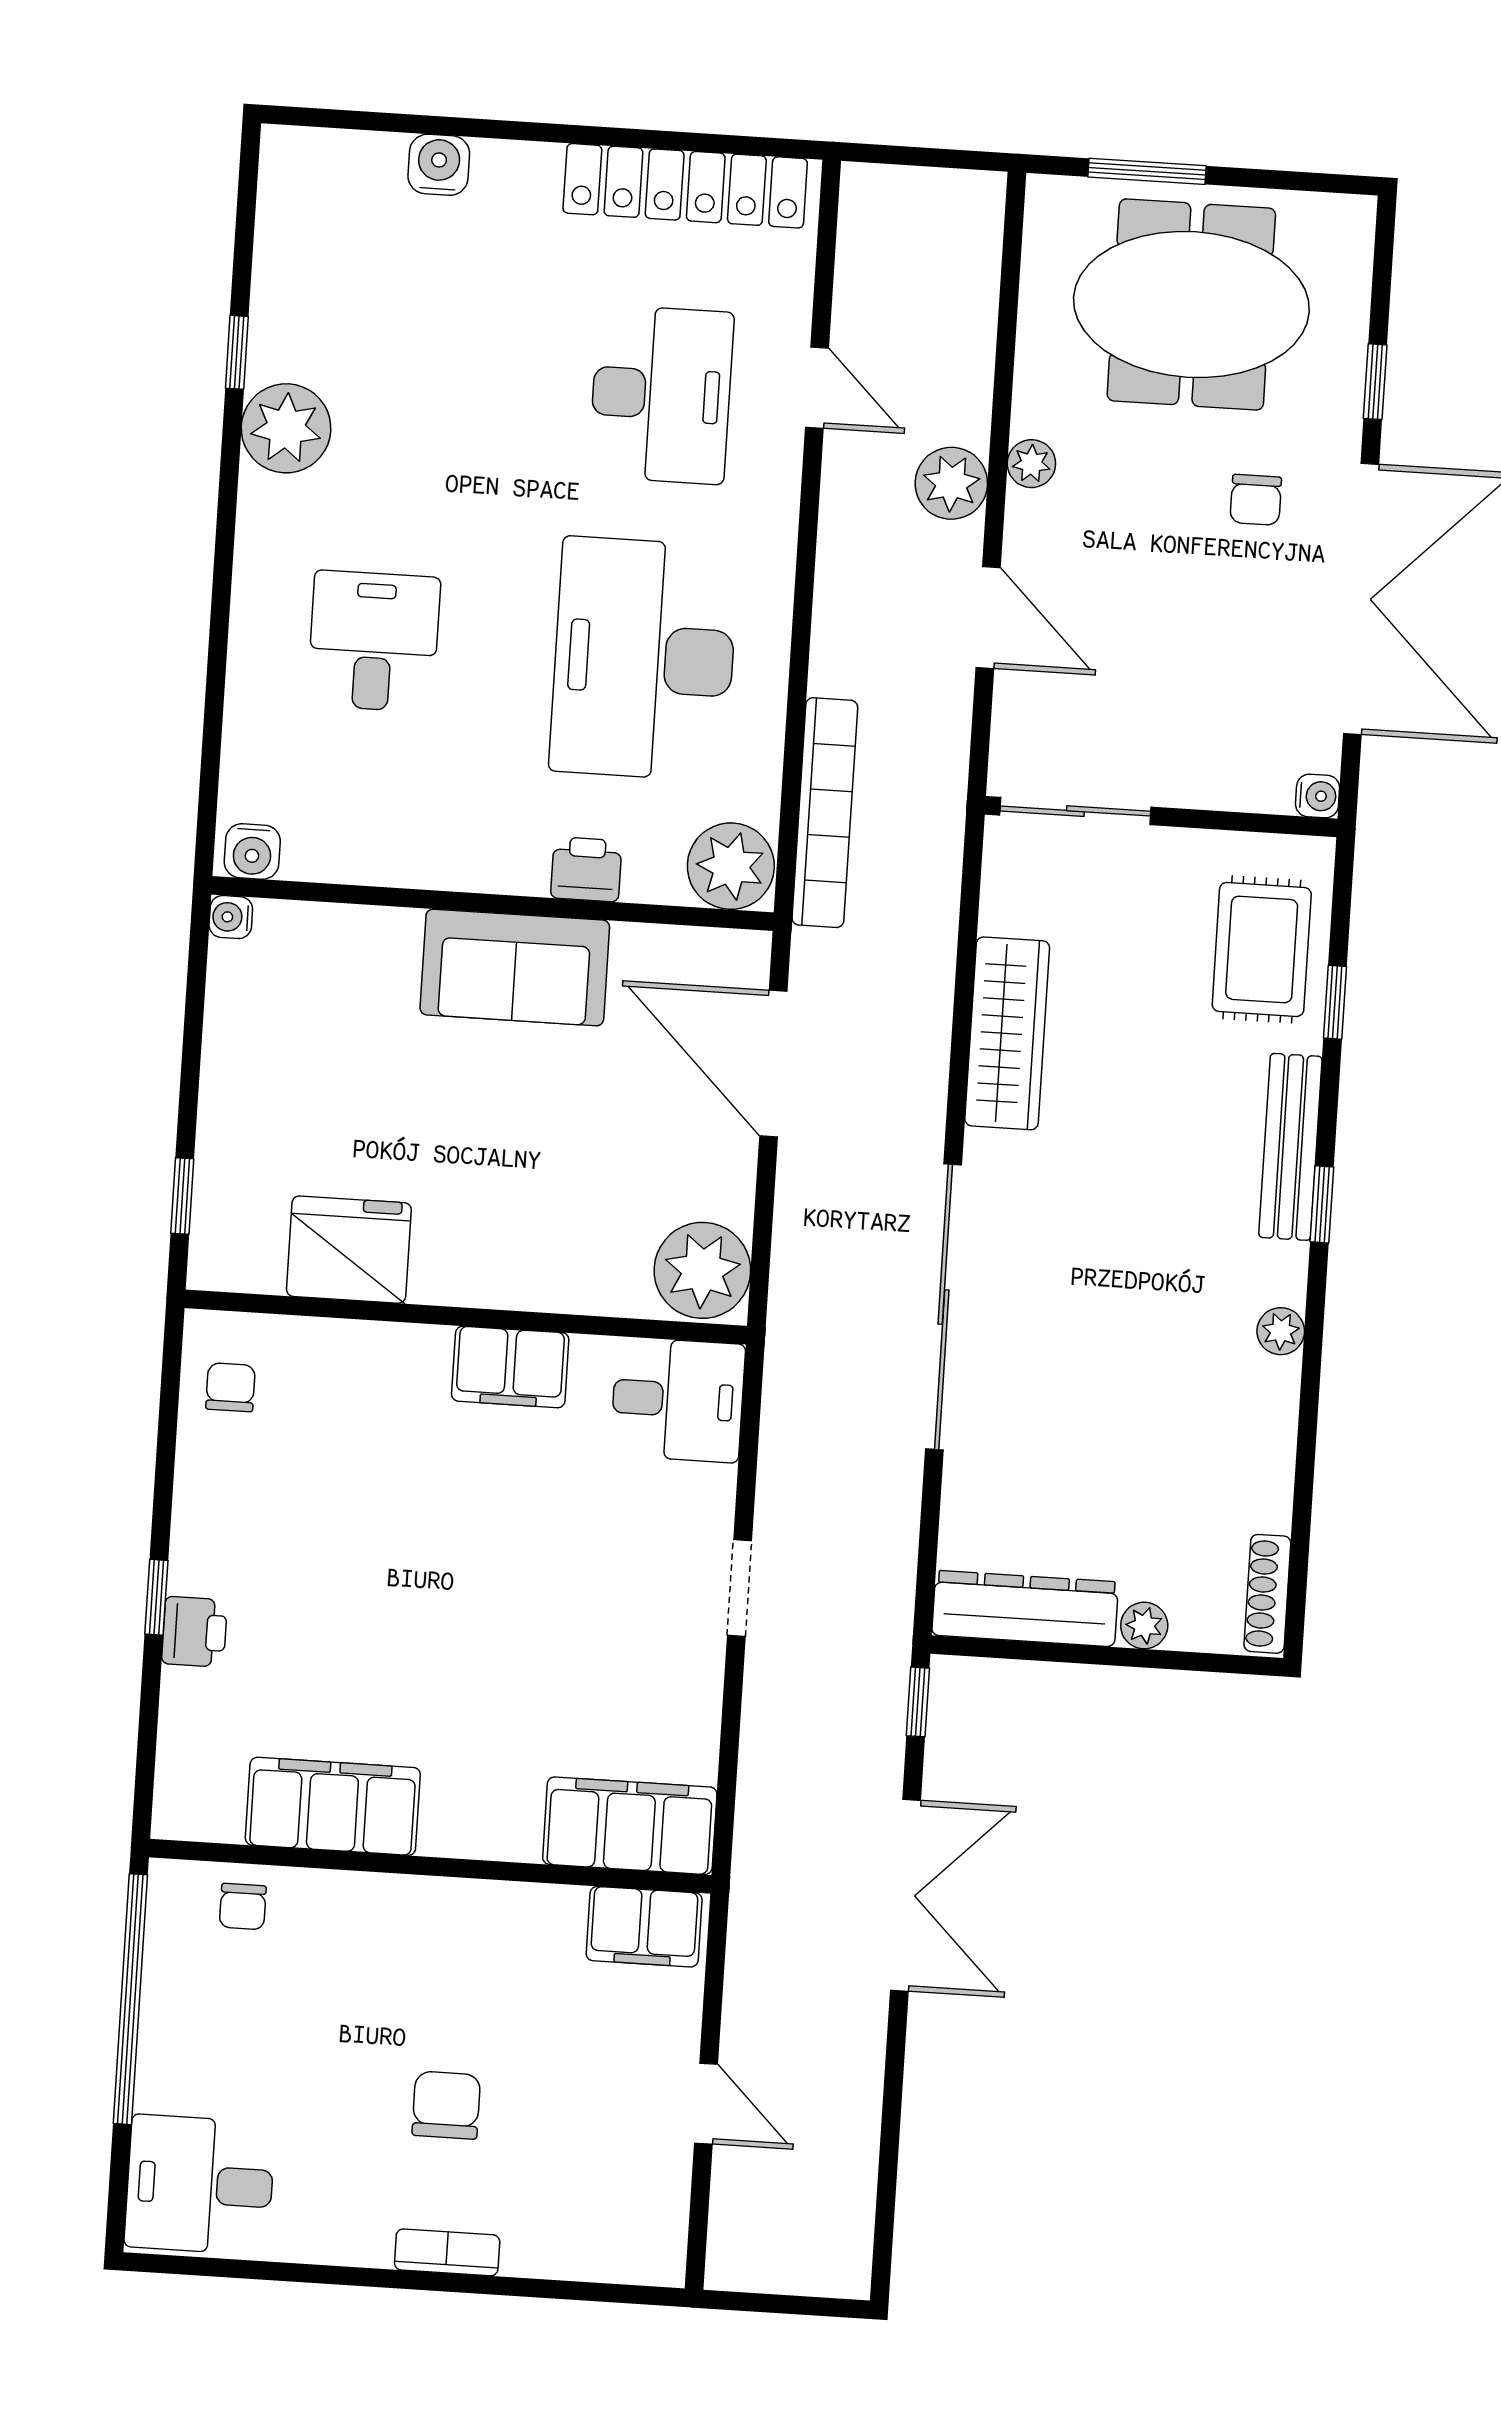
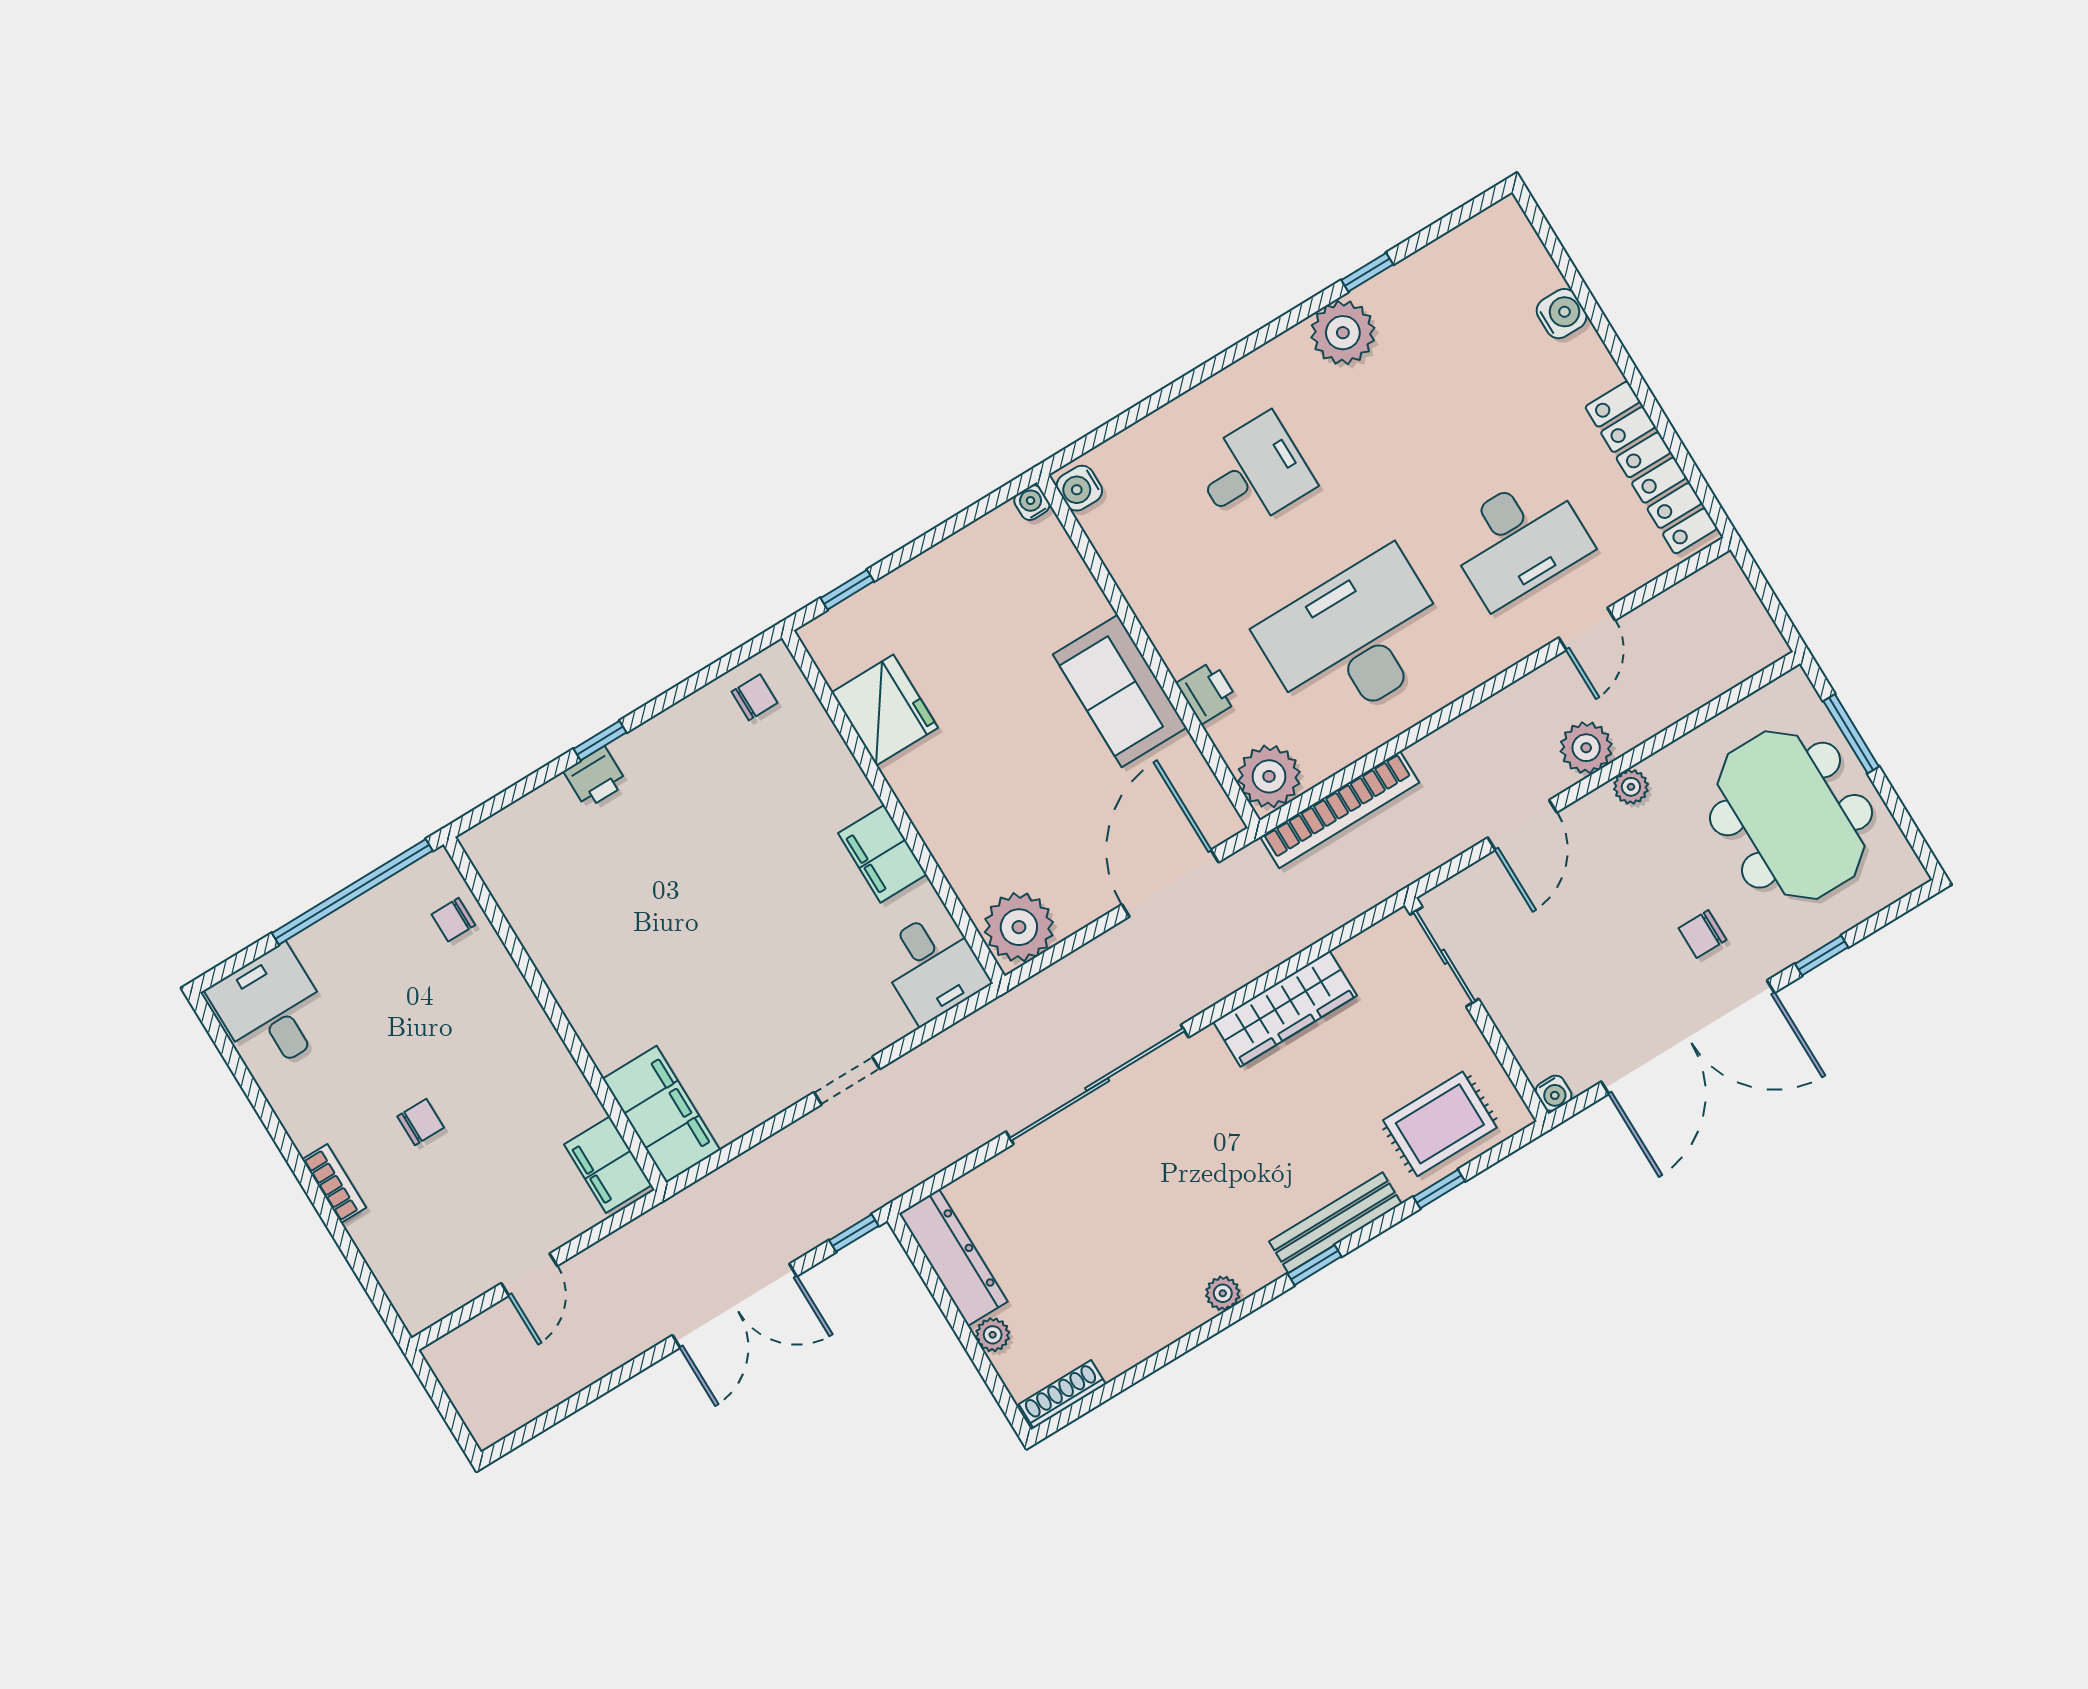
filing cabinet: (333, 1806) -> (550, 931), removed
chair: (446, 2105) -> (421, 1122), width x0.73, depth x0.73

